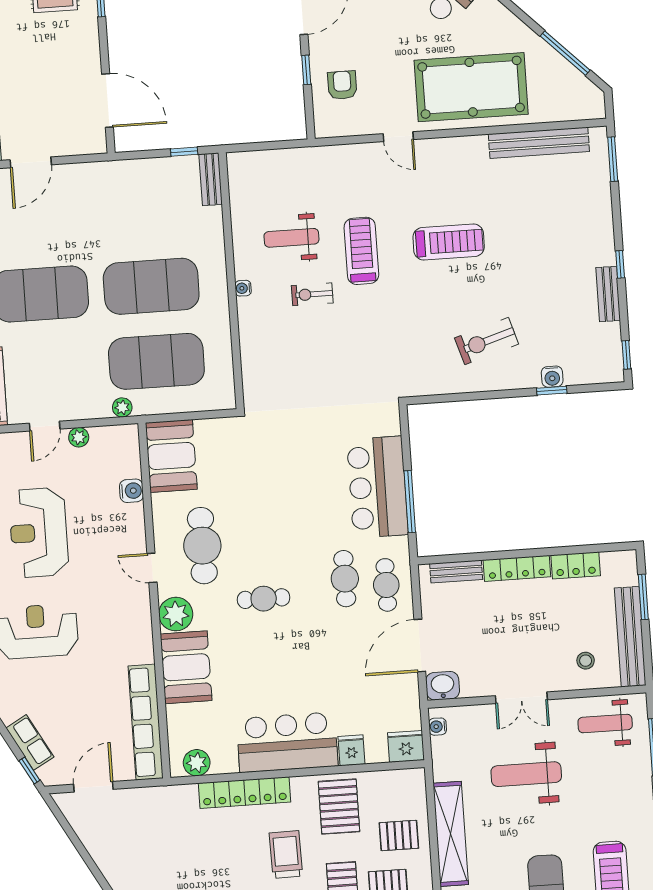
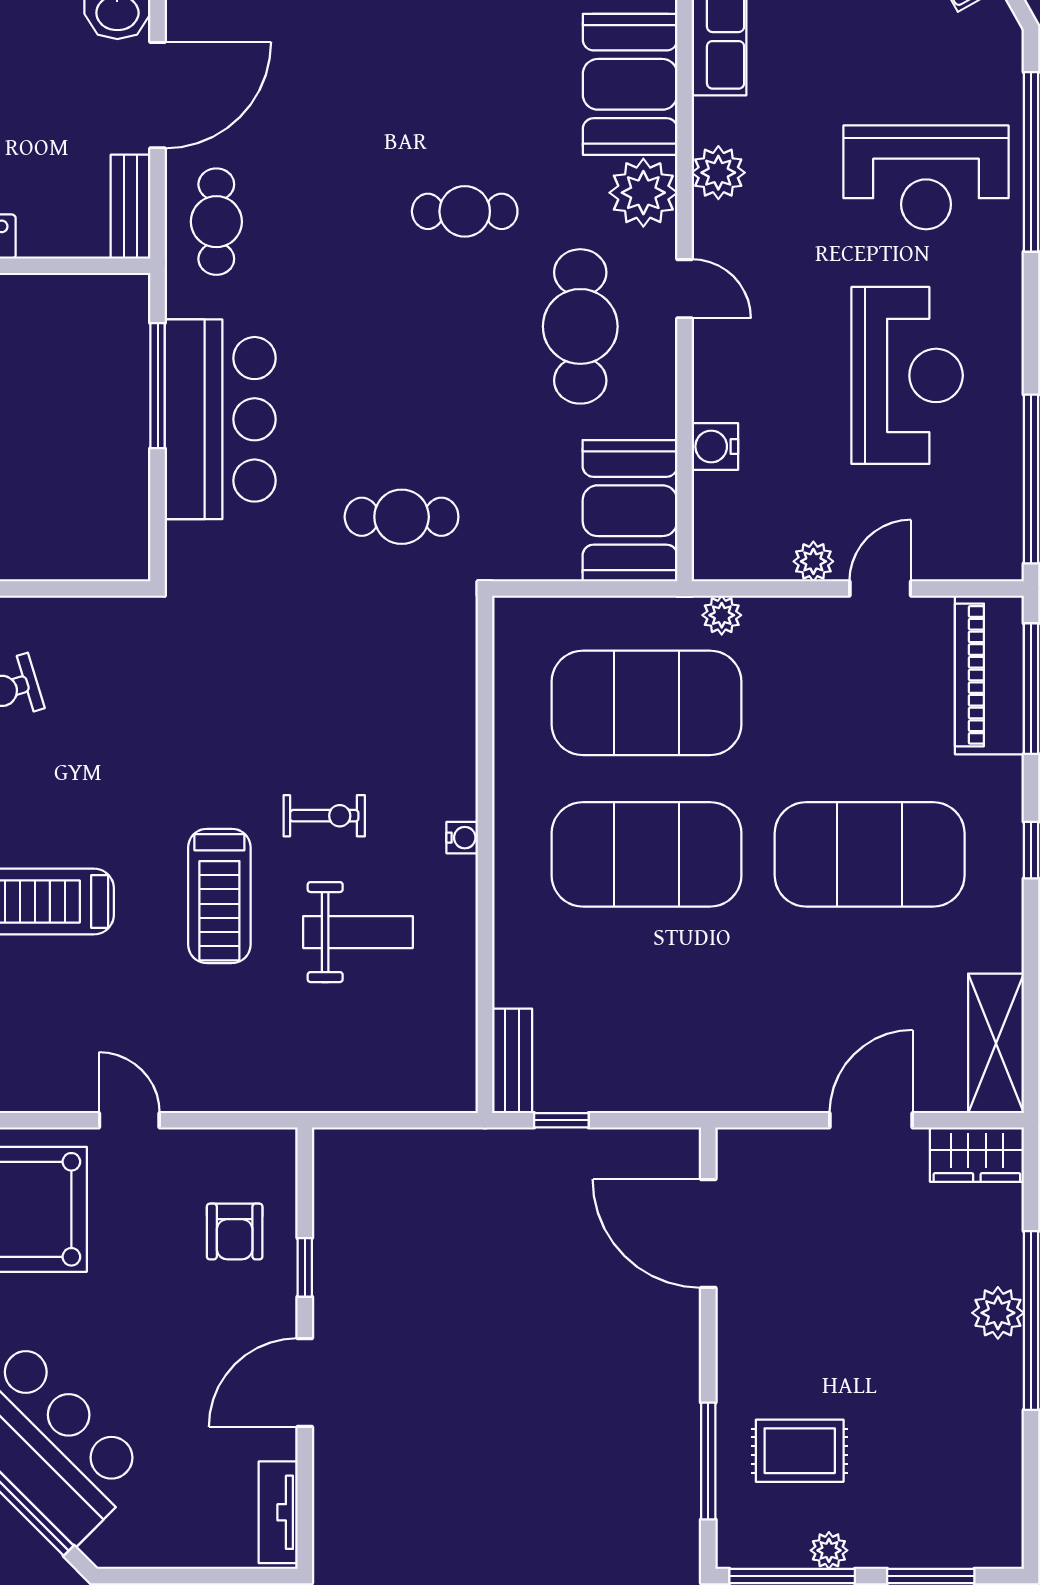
bench: (456, 571) -> (131, 207), moved, turned 90
cafe table: (345, 579) -> (402, 517), moved, turned 90
plant: (139, 627) -> (718, 173), added

